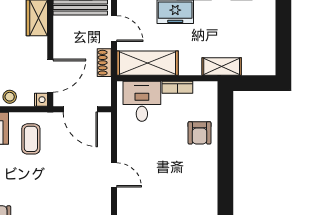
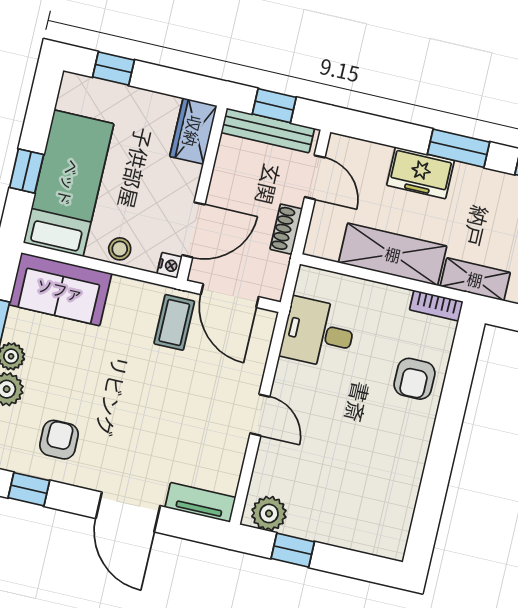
shelving: (148, 63) -> (393, 254), moved
bookcase: (177, 87) -> (436, 306), moved
desk: (142, 101) -> (318, 333), moved, turned -90
coffee table: (31, 139) -> (174, 322), moved

